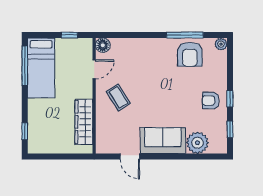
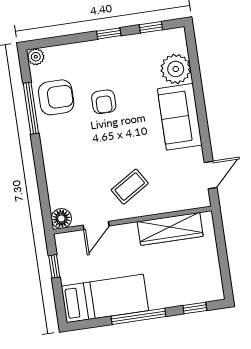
window: (25, 66) -> (138, 316), moved
door: (94, 69) -> (96, 225), swing flipped
armchair: (211, 101) -> (104, 102), moved
door: (130, 156) -> (211, 175), moved

